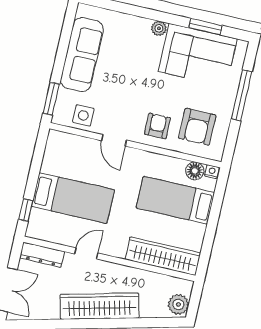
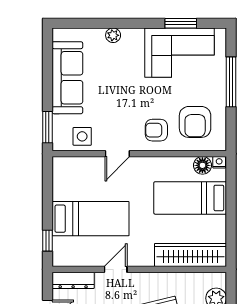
plant: (159, 28) -> (113, 35), moved
armchair: (157, 126) -> (156, 130), turned -90
door: (114, 140) -> (117, 154), hinge flipped

